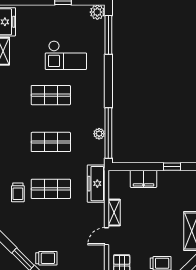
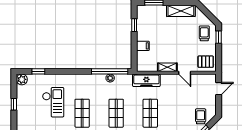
window: (108, 35) -> (38, 71), width x0.46
filing cabinet: (143, 179) -> (143, 46), width x0.50

